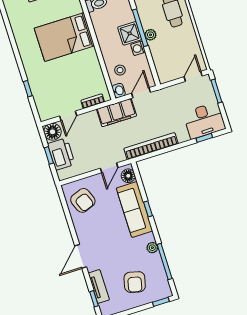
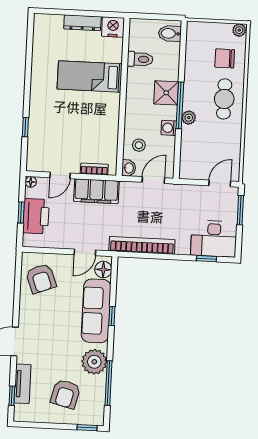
shower: (130, 33) -> (166, 93), moved
bed: (64, 37) -> (90, 76), width x0.67
filing cabinet: (117, 113) -> (96, 191), moved
floor lamp: (53, 132) -> (31, 182), width x0.53, depth x0.53
plant: (152, 248) -> (94, 362), width x1.88, depth x1.88

